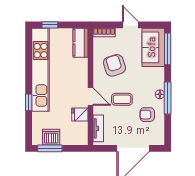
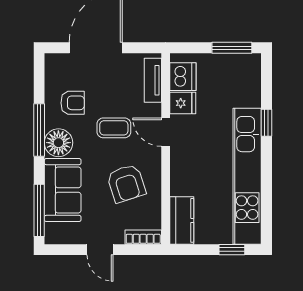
sofa: (153, 47) -> (63, 190), moved
floor lamp: (160, 94) -> (58, 143), width x1.89, depth x1.89
dishwasher: (51, 137) -> (183, 77), moved, turned -90

